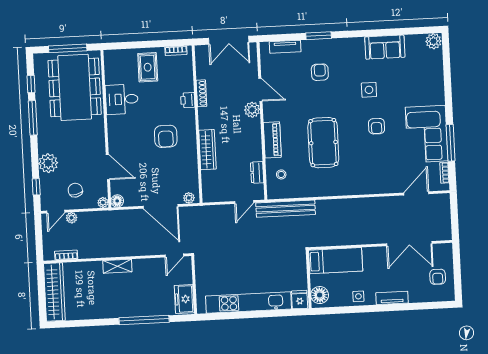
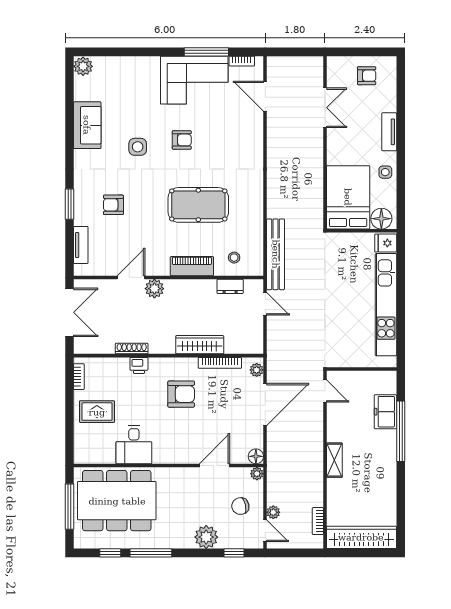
bookcase: (193, 167) -> (220, 363), added
double door: (409, 244) -> (325, 108), width x0.73
bed: (336, 261) -> (348, 197), width x1.50
freezer: (184, 299) -> (385, 412), moved, turned 90

